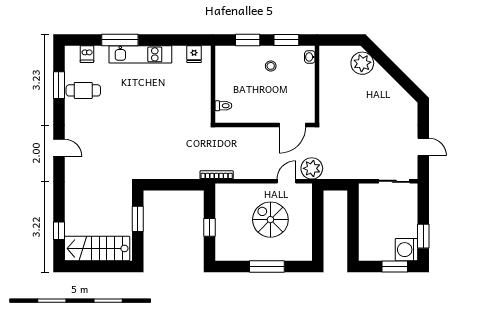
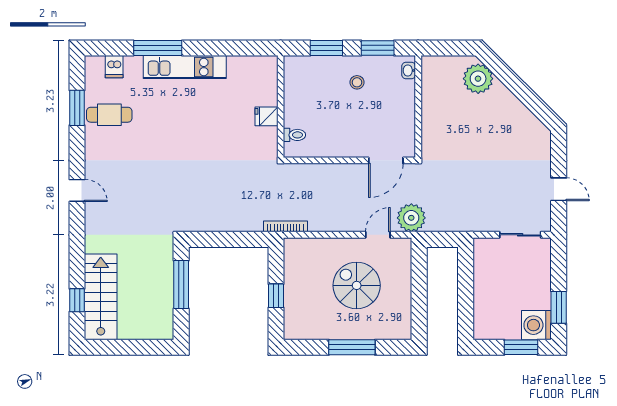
fridge: (194, 54) -> (267, 116), moved, turned 90
window: (138, 219) -> (181, 285), width x1.44
stairs: (97, 248) -> (101, 297), moved, turned 90

